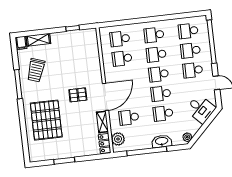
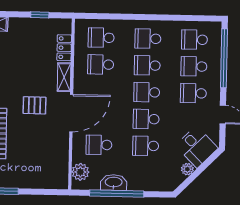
shelving: (102, 122) -> (64, 77), moved
plant: (187, 137) -> (187, 169), moved
washbasin: (162, 141) -> (114, 182), moved
locker: (105, 144) -> (64, 48), moved

